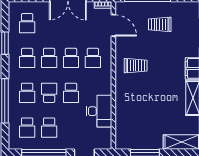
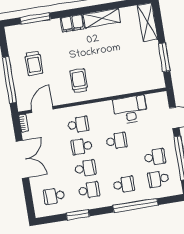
school desk: (27, 23) -> (54, 196), turned 180
school desk: (71, 58) -> (82, 146), turned 180
school desk: (49, 93) -> (120, 163), removed
school desk: (27, 128) -> (158, 179), turned 180

